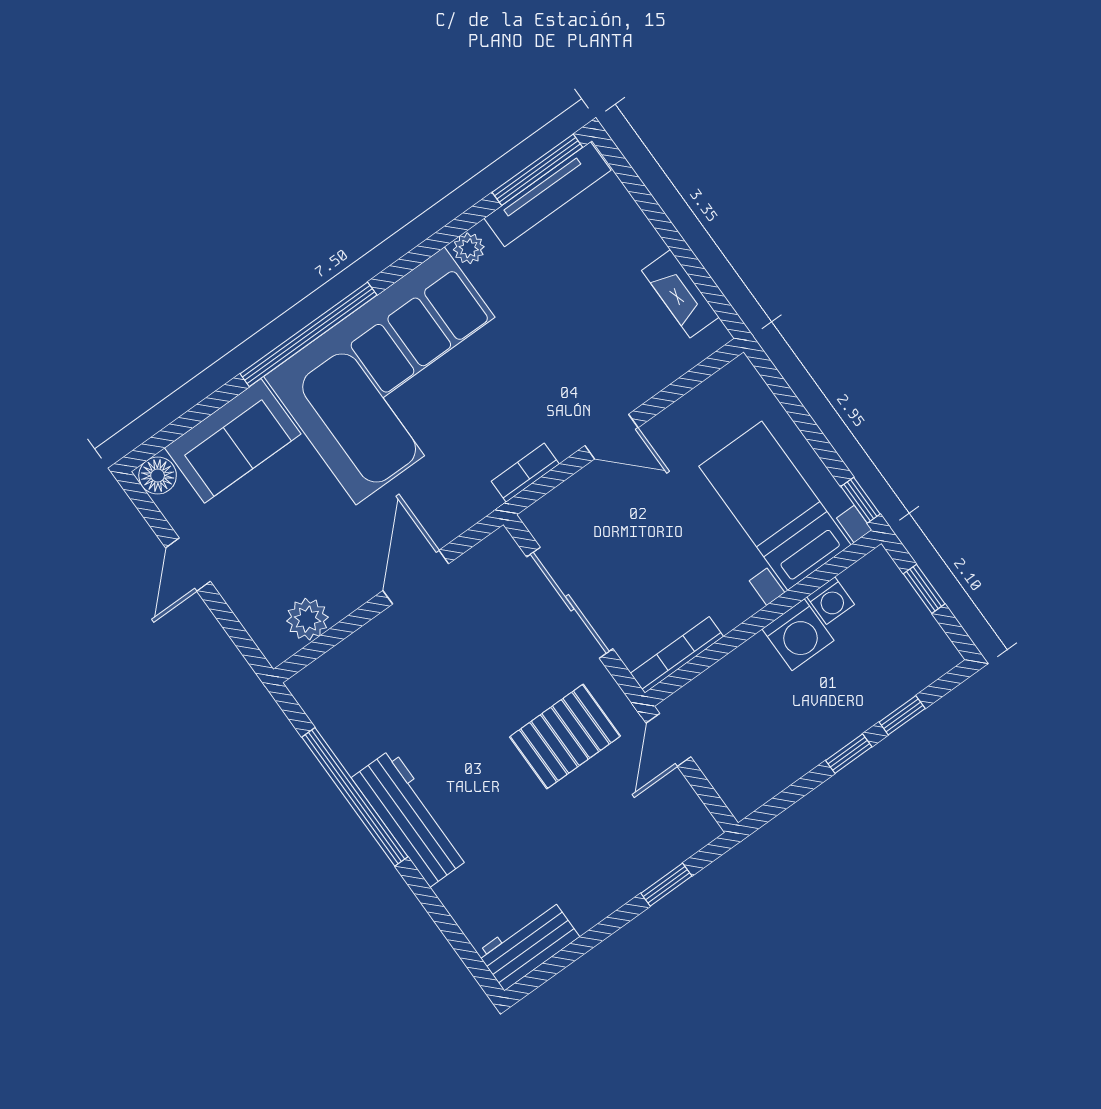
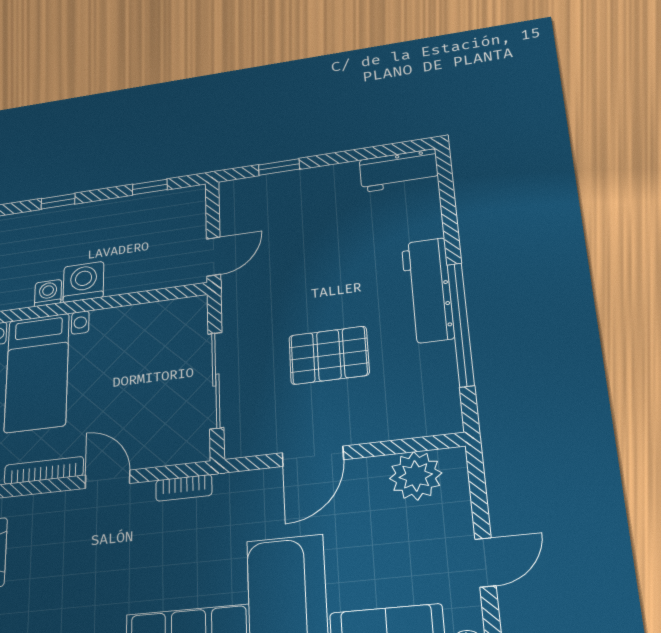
plant: (307, 619) -> (416, 476), width x1.36, depth x1.36
bookcase: (677, 655) -> (44, 470), moved, turned 180
pallet: (565, 736) -> (329, 355), moved
window: (849, 754) -> (150, 187), moved

